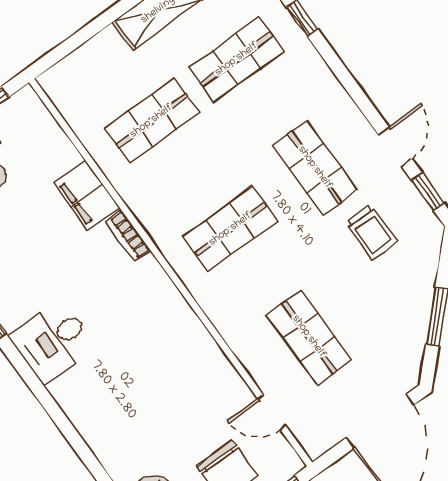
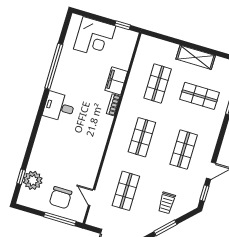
shop shelf: (152, 121) -> (158, 83), turned 90
shop shelf: (231, 229) -> (142, 137), turned 90
trolley: (371, 232) -> (167, 203), moved

